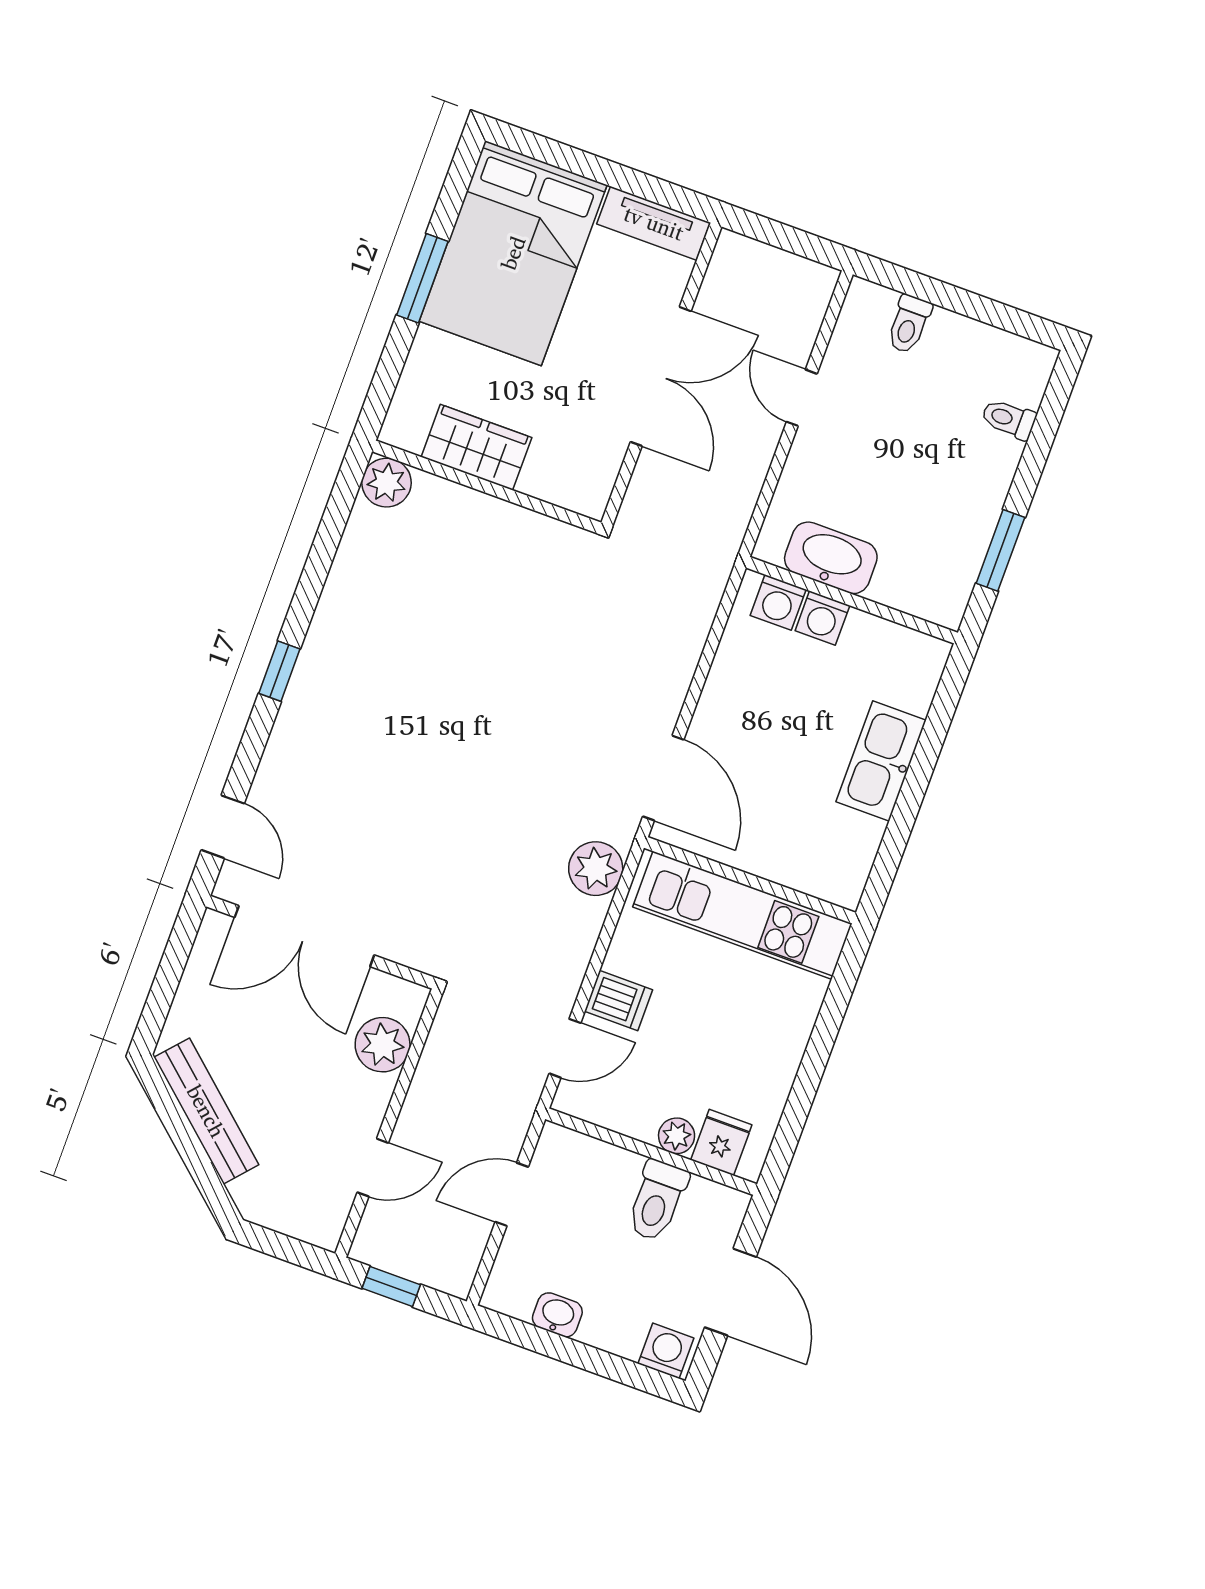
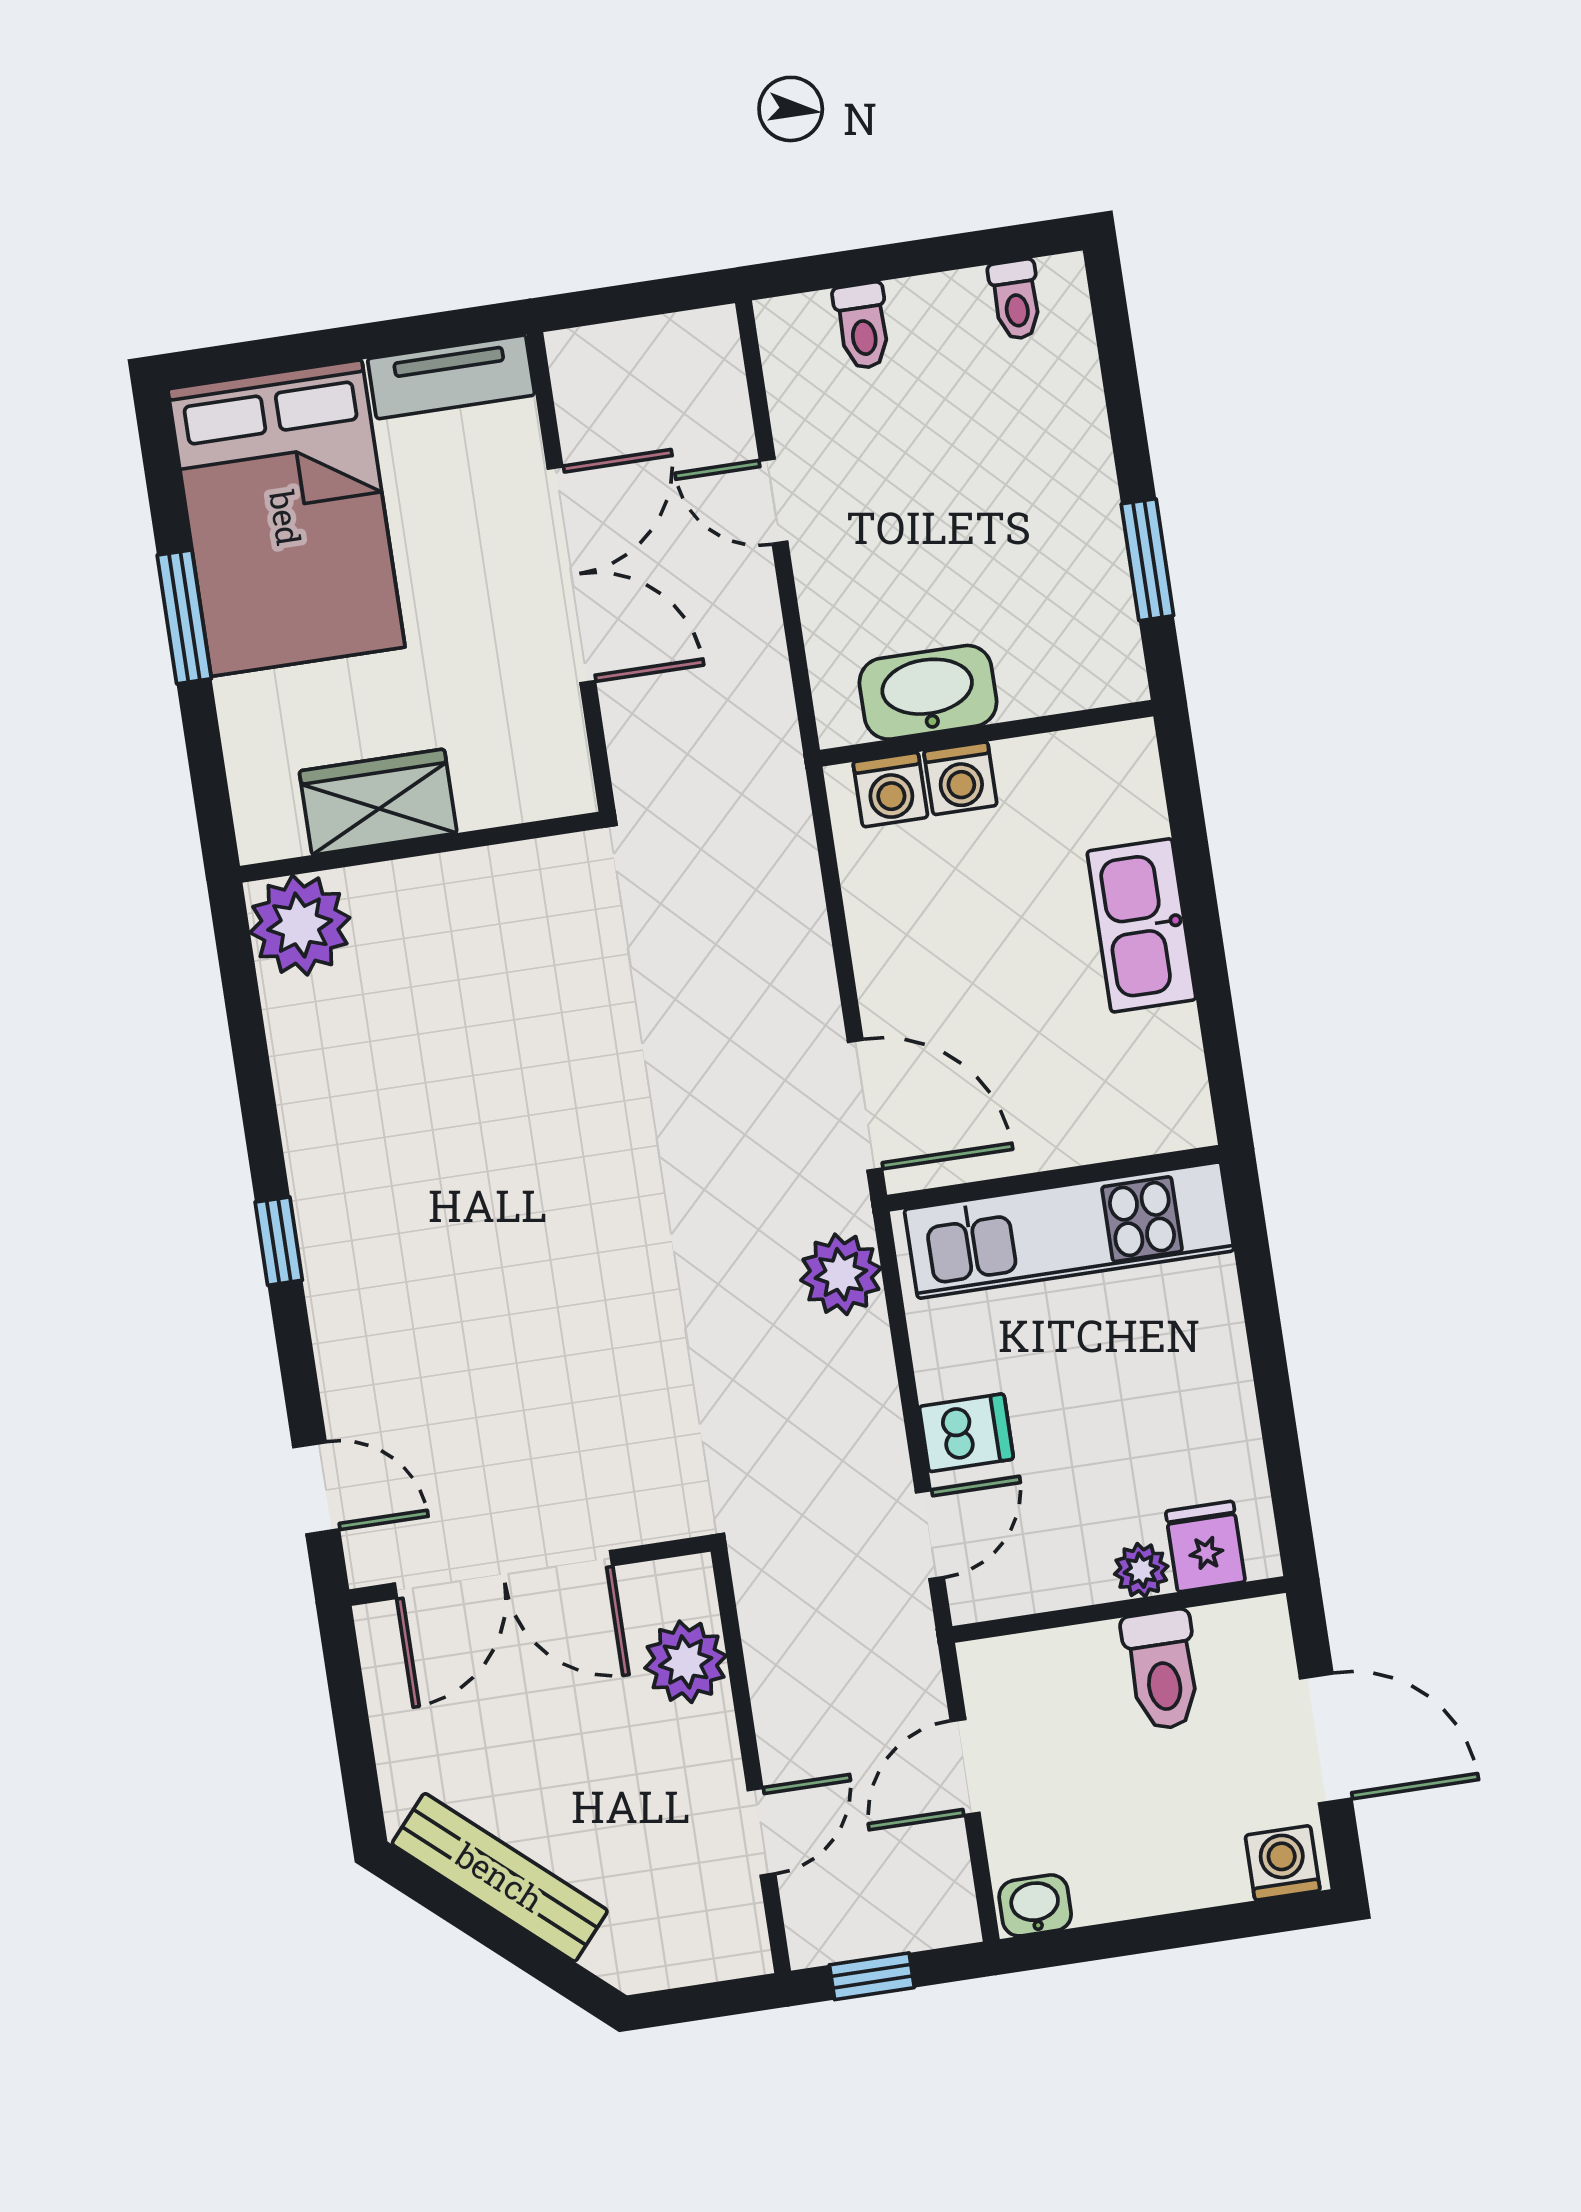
toilet: (1009, 419) -> (1016, 300), moved, turned -90
plant: (387, 483) -> (300, 925), width x1.36, depth x1.36
washbasin: (557, 1315) -> (1035, 1905), moved

